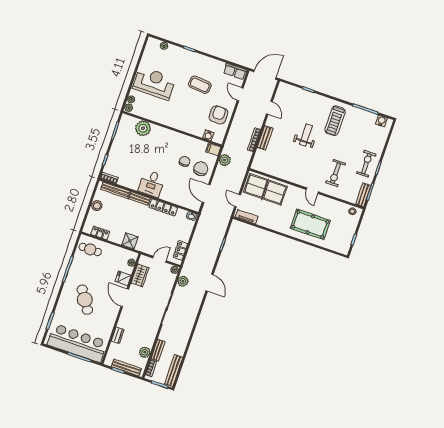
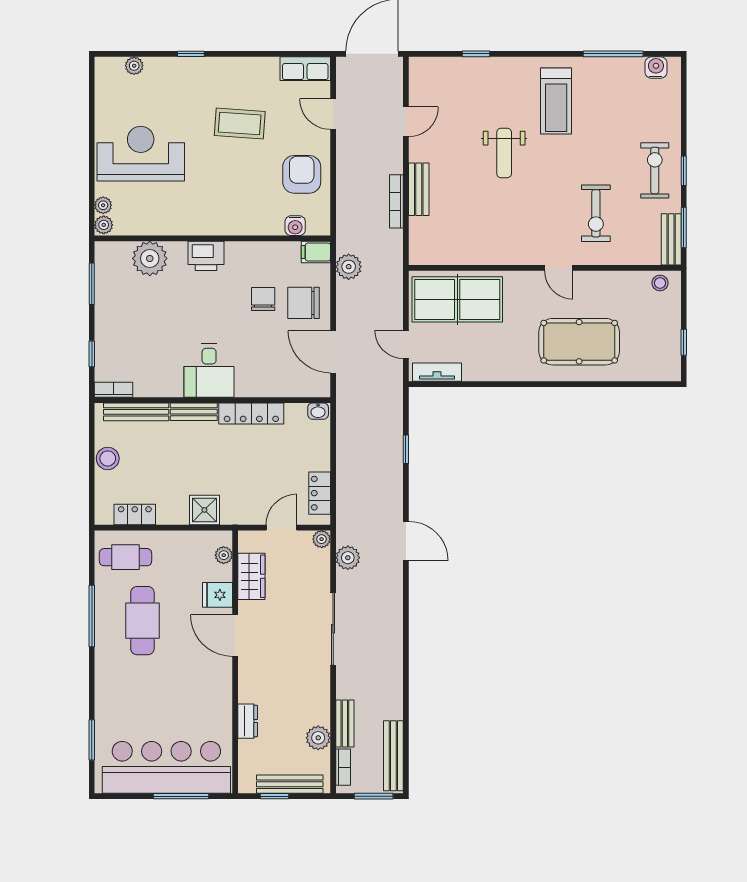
door: (269, 108) -> (406, 122), hinge flipped
printer: (167, 135) -> (206, 256), added
weight bench: (306, 135) -> (504, 153), turned 180
chair: (201, 169) -> (303, 303), turned -90
cafe table: (85, 300) -> (142, 621), moved, turned 33

